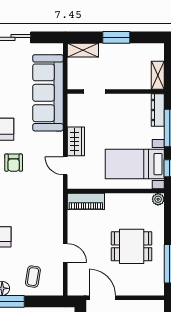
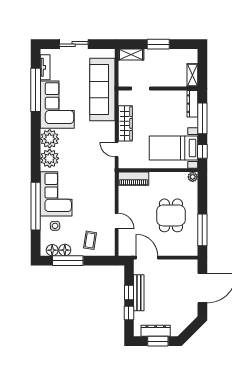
wardrobe: (76, 141) -> (125, 123), width x1.50
armchair: (14, 163) -> (74, 147), removed
dining table: (132, 246) -> (171, 215), turned 90

